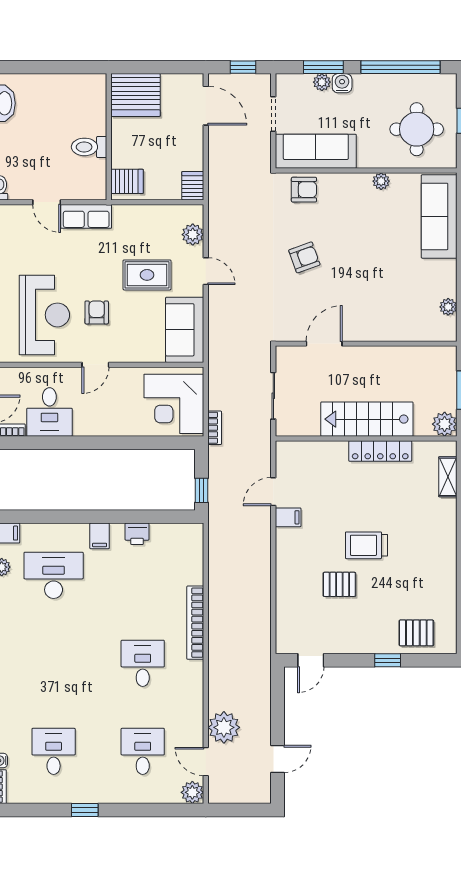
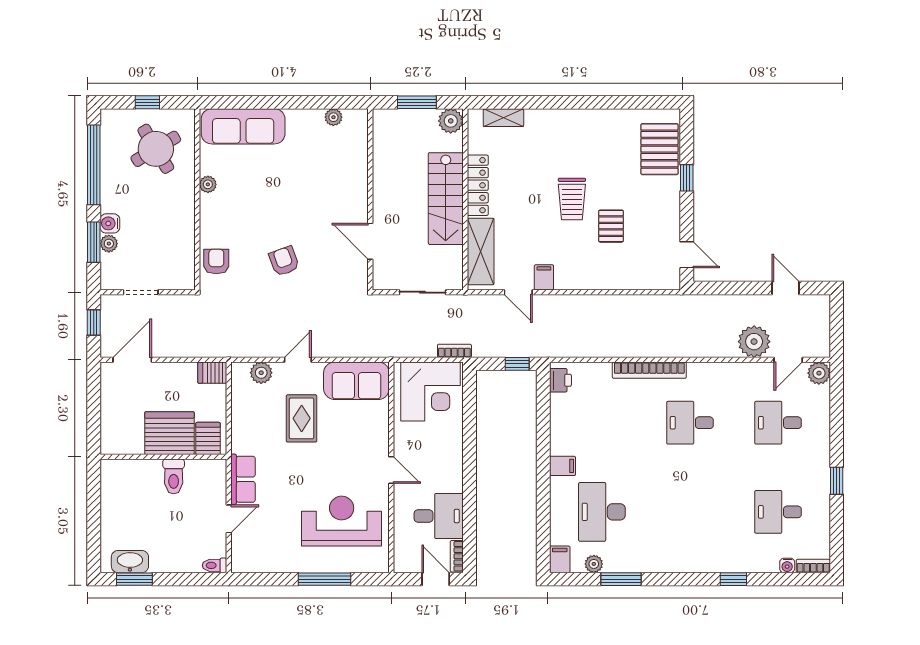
server rack: (135, 95) -> (169, 433), moved, turned -90
round table: (417, 129) -> (156, 149), turned -31
sofa: (316, 151) -> (178, 250), removed
armchair: (97, 312) -> (339, 469), removed
shelving: (314, 454) -> (481, 252), added
printer: (137, 534) -> (560, 380), moved
pallet: (416, 633) -> (660, 149), width x1.50, depth x1.42

